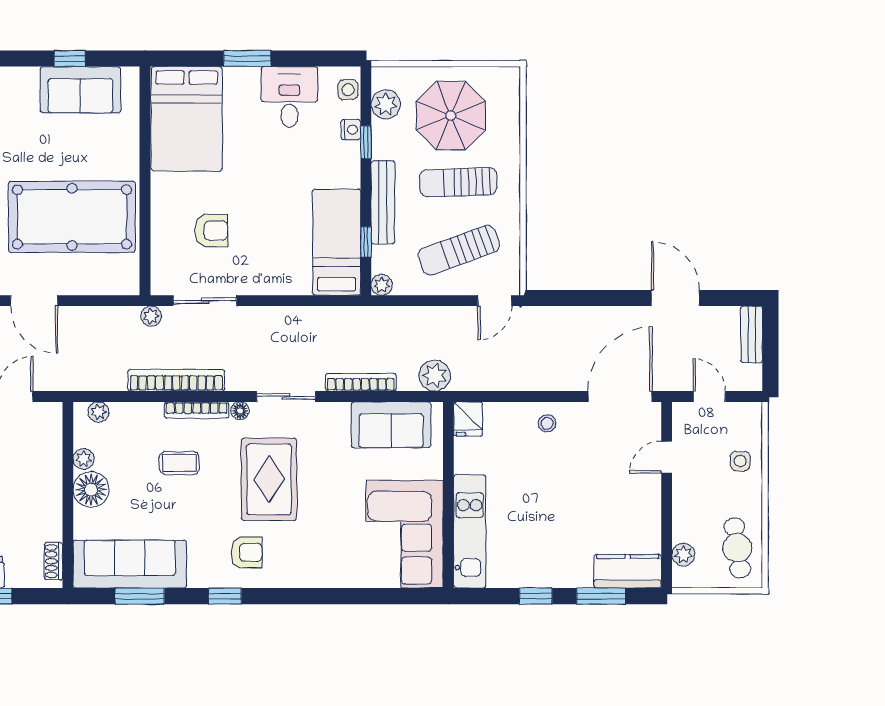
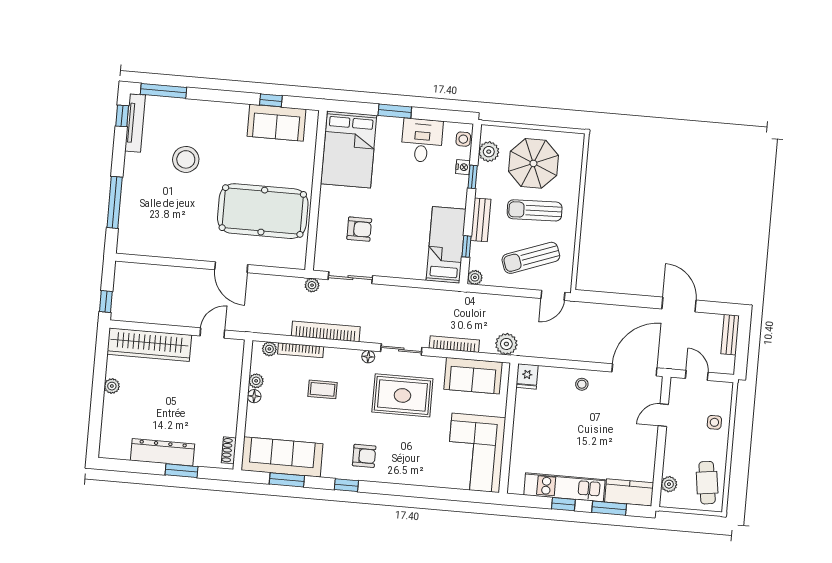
bench: (383, 202) -> (481, 220), width x0.73
bookcase: (197, 410) -> (301, 350), moved
rug: (269, 479) -> (402, 395), moved, turned 90
floor lamp: (91, 490) -> (254, 396), width x0.53, depth x0.53
kitchen unit: (470, 531) -> (564, 487), moved, turned -90

